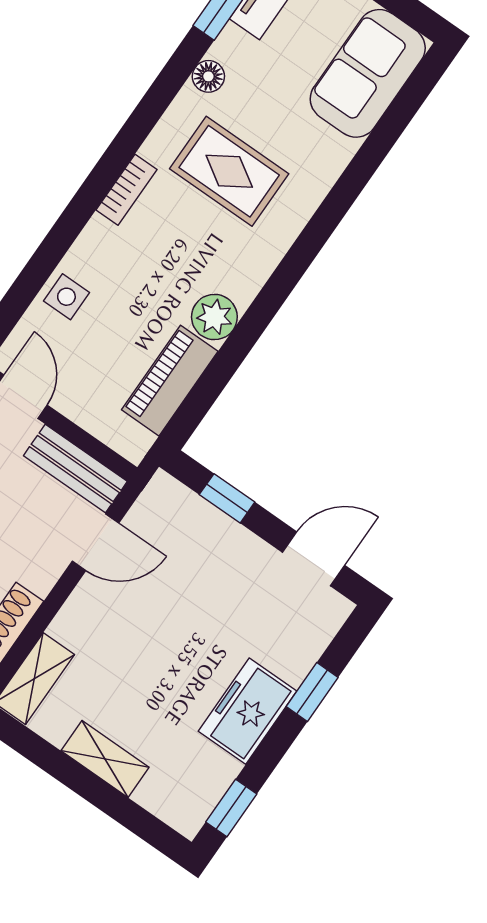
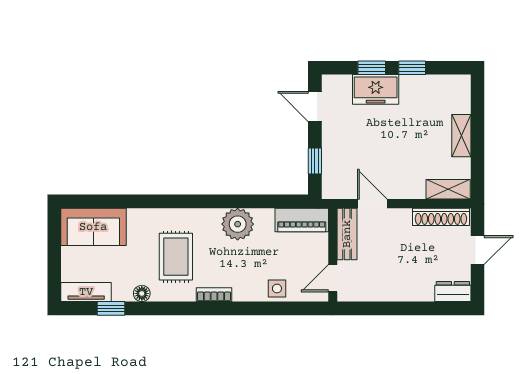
plant: (214, 317) -> (238, 224), width x1.36, depth x1.36
piano: (170, 381) -> (302, 220), moved
freezer: (247, 711) -> (376, 89), moved
window: (231, 808) -> (412, 68), moved

